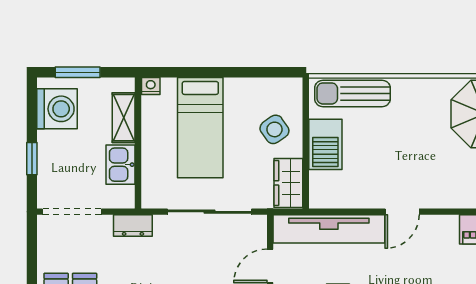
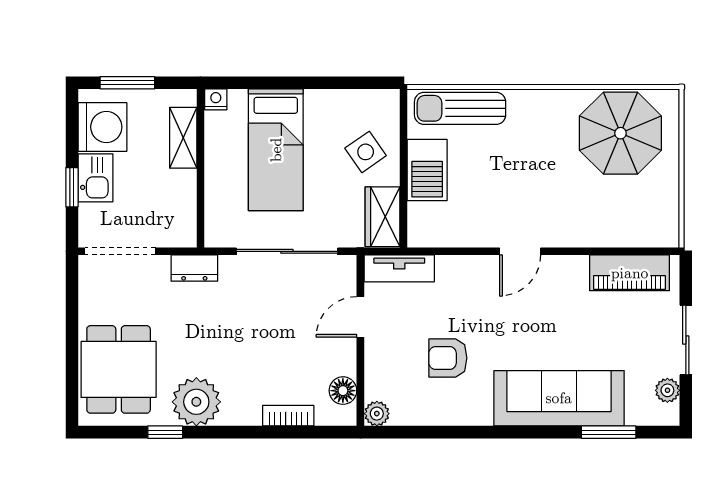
kitchen sink: (121, 165) -> (95, 178), moved, turned 180
tv unit: (329, 229) -> (399, 268), width x0.52, depth x0.78

